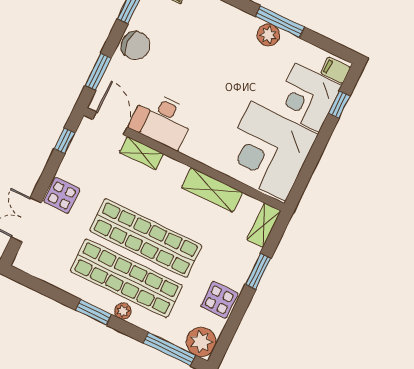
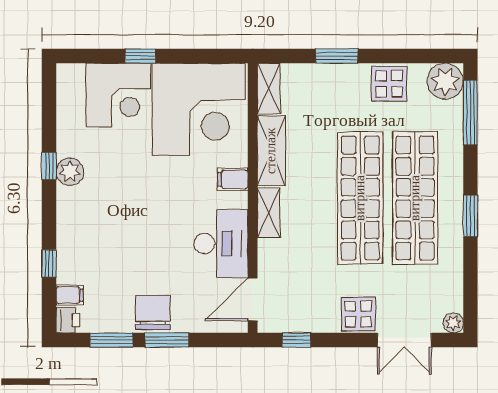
window: (280, 22) -> (49, 166), width x0.46
filing cabinet: (336, 70) -> (233, 179), moved, turned 90
window: (98, 72) -> (167, 340), moved
window: (339, 104) -> (140, 56), moved
shelving: (142, 153) -> (269, 213), moved
shelving: (264, 225) -> (269, 88), moved, turned 90
plant: (123, 311) -> (453, 323), moved

